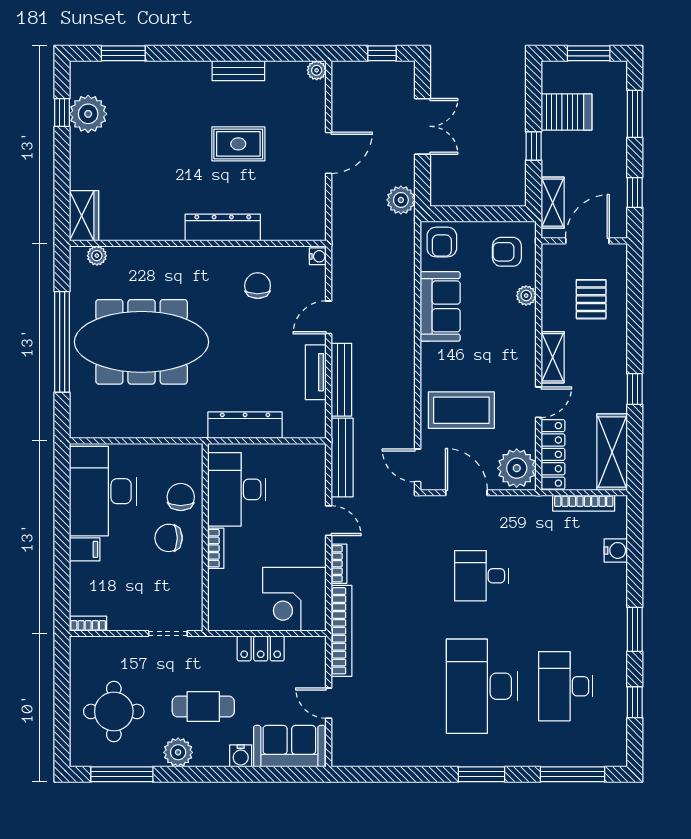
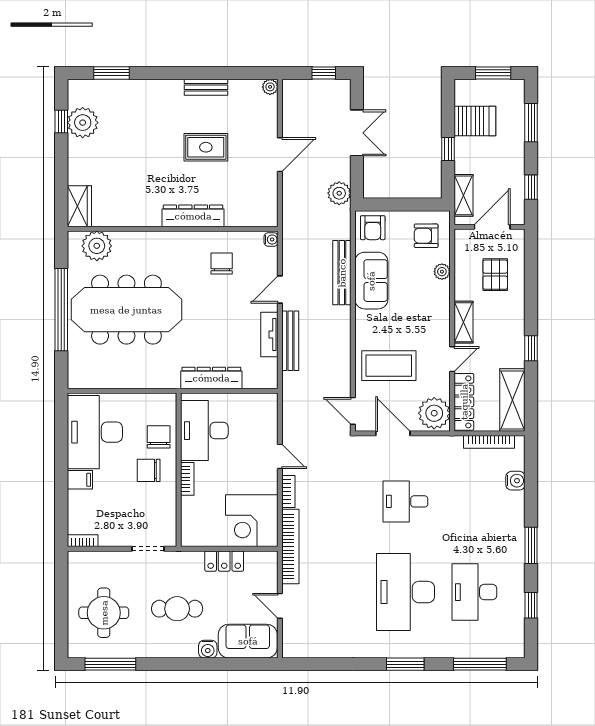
plant: (97, 256) -> (97, 246), width x1.87, depth x1.87
bench: (342, 458) -> (342, 273), moved
plant: (178, 752) -> (156, 646), removed

